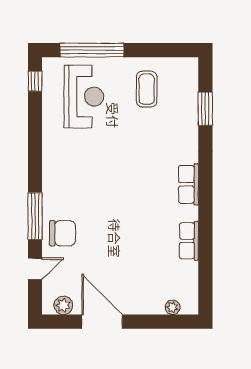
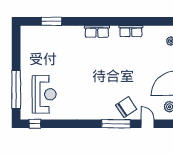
coffee table: (147, 89) -> (40, 57), removed
reception desk: (84, 97) -> (44, 94), turned 90
chair: (63, 233) -> (126, 107), turned 56

